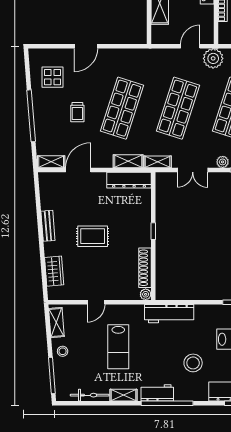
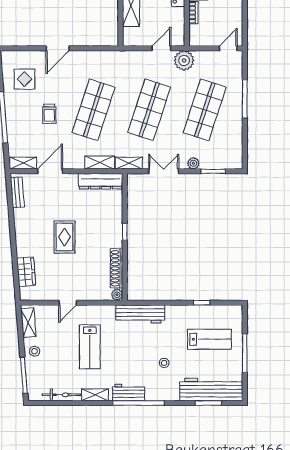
double door: (193, 170) -> (164, 171), swing flipped
bench: (48, 226) -> (17, 192), moved
rug: (93, 236) -> (64, 237), turned 90
stool: (193, 363) -> (164, 363), width x0.53, depth x0.53

